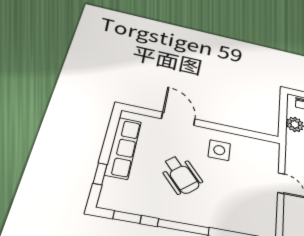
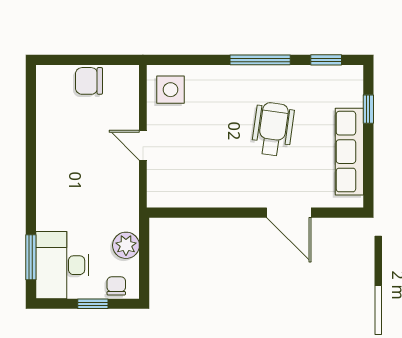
side table: (219, 150) -> (171, 90), moved
wheelchair: (181, 175) -> (273, 129), turned 49

